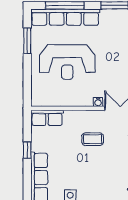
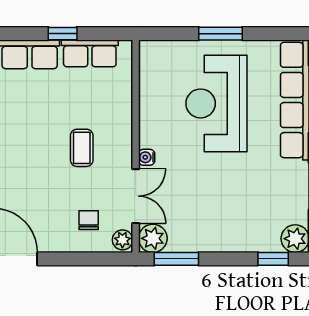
window: (27, 41) -> (220, 34), moved
row of seats: (47, 118) -> (90, 53), moved, turned -90

